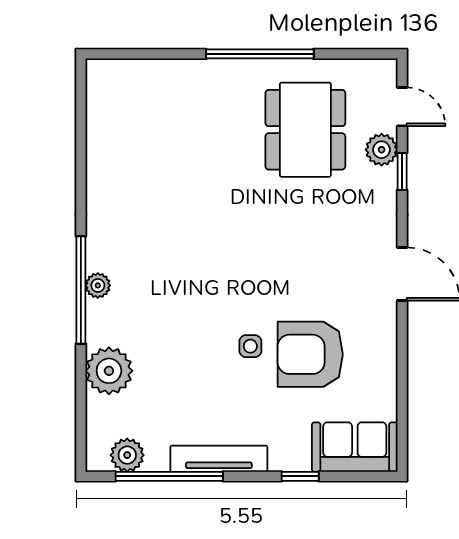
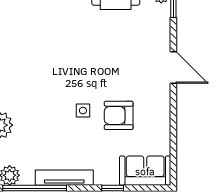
armchair: (310, 354) -> (119, 115), width x0.73, depth x0.73

